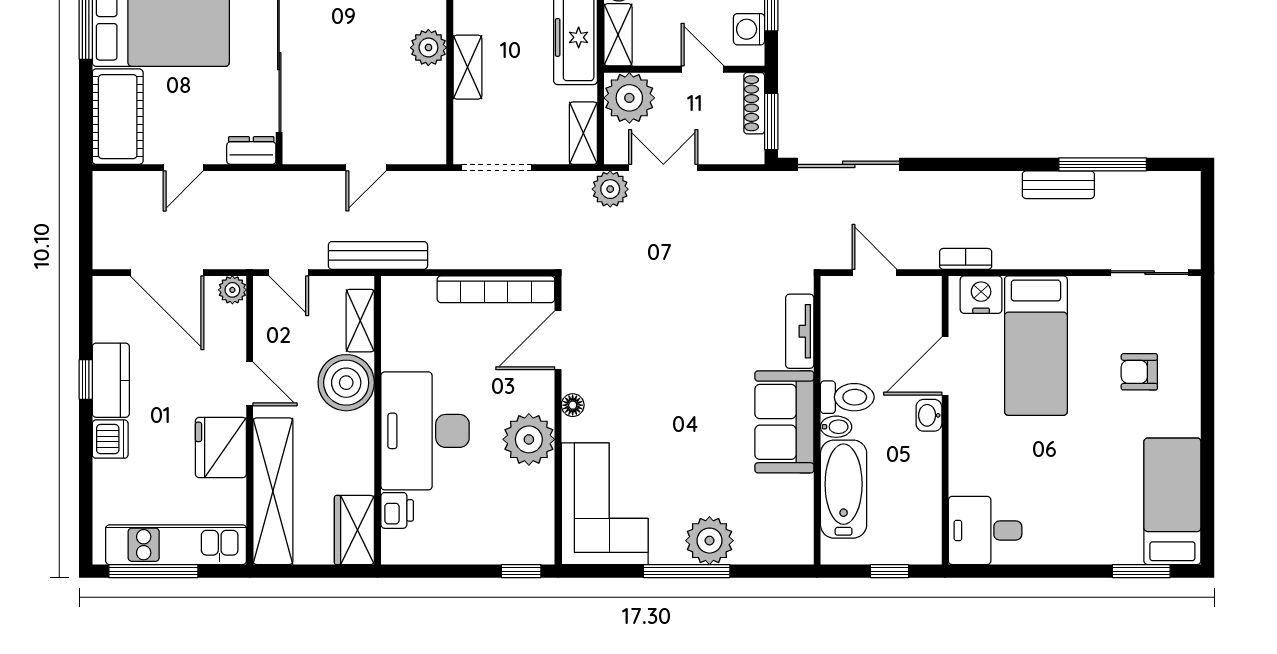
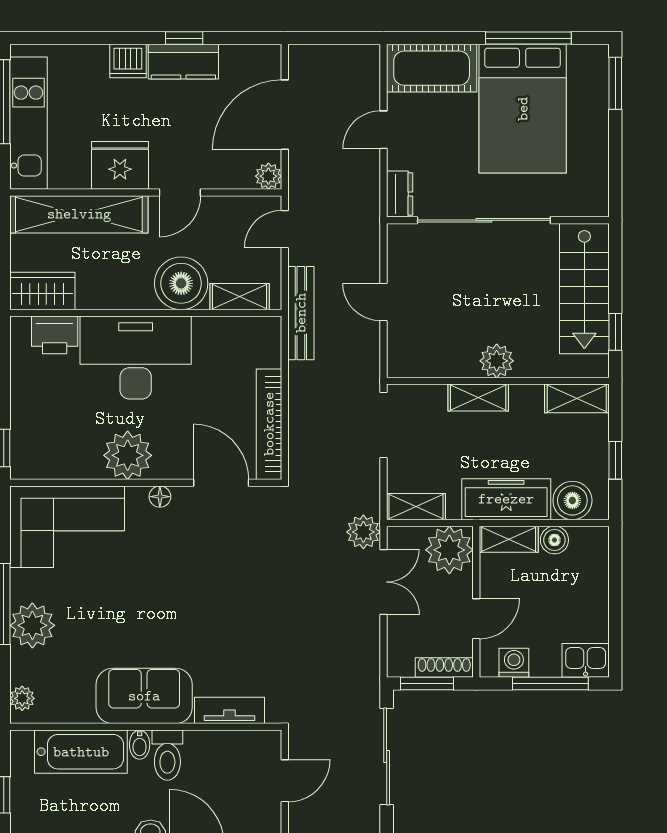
door: (183, 168) -> (384, 130), hinge flipped
printer: (397, 510) -> (55, 335), width x1.36, depth x1.24
plant: (787, 551) -> (22, 698), added

